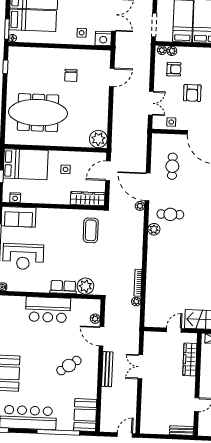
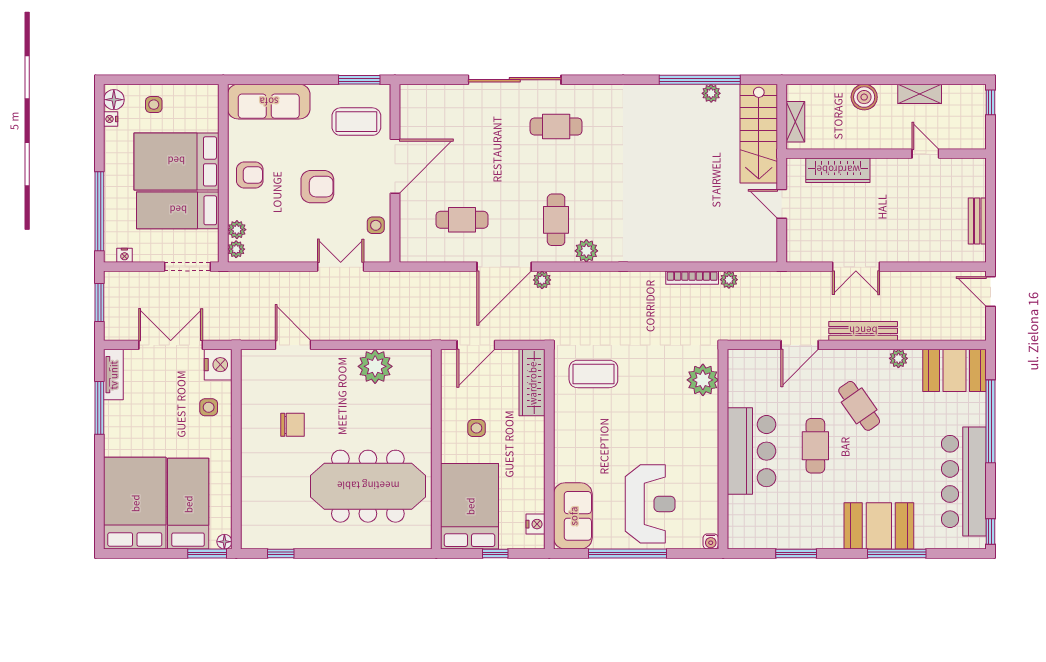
armchair: (174, 69) -> (250, 175), moved, turned 90
meeting table: (38, 113) -> (368, 486), turned 90
plant: (98, 139) -> (375, 366), moved
door: (108, 171) -> (476, 345), hinge flipped
row of seats: (63, 287) -> (706, 423), removed
plant: (95, 319) -> (898, 358), moved
cafe table: (49, 342) -> (815, 446), added
bench: (181, 431) -> (977, 221), moved

